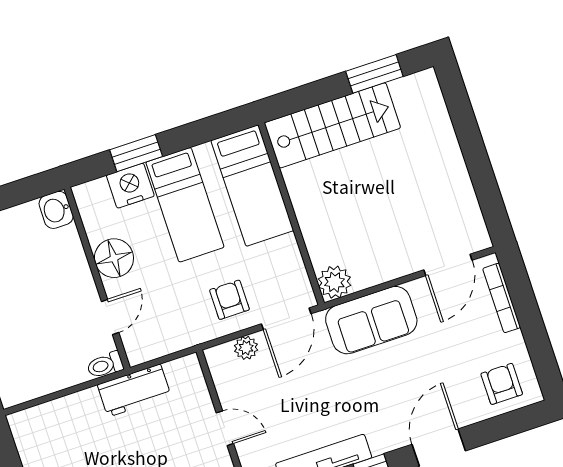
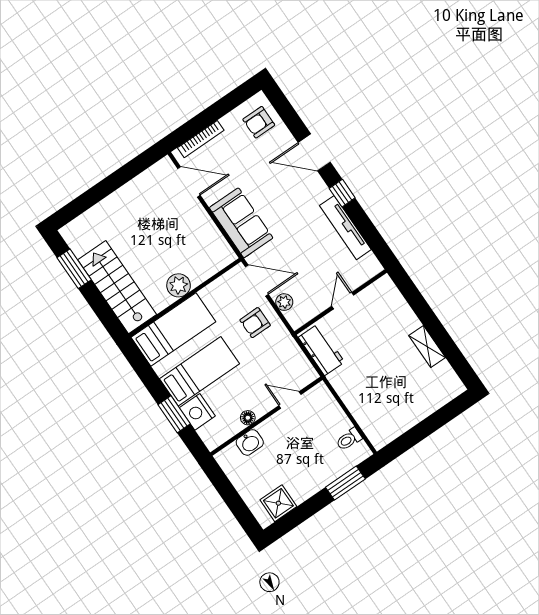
washbasin: (56, 210) -> (250, 442), moved
floor lamp: (114, 258) -> (248, 418), width x0.53, depth x0.53
plant: (335, 282) -> (179, 285), moved
toilet: (105, 365) -> (349, 439), moved, turned 90
workbench: (134, 391) -> (321, 350), moved

